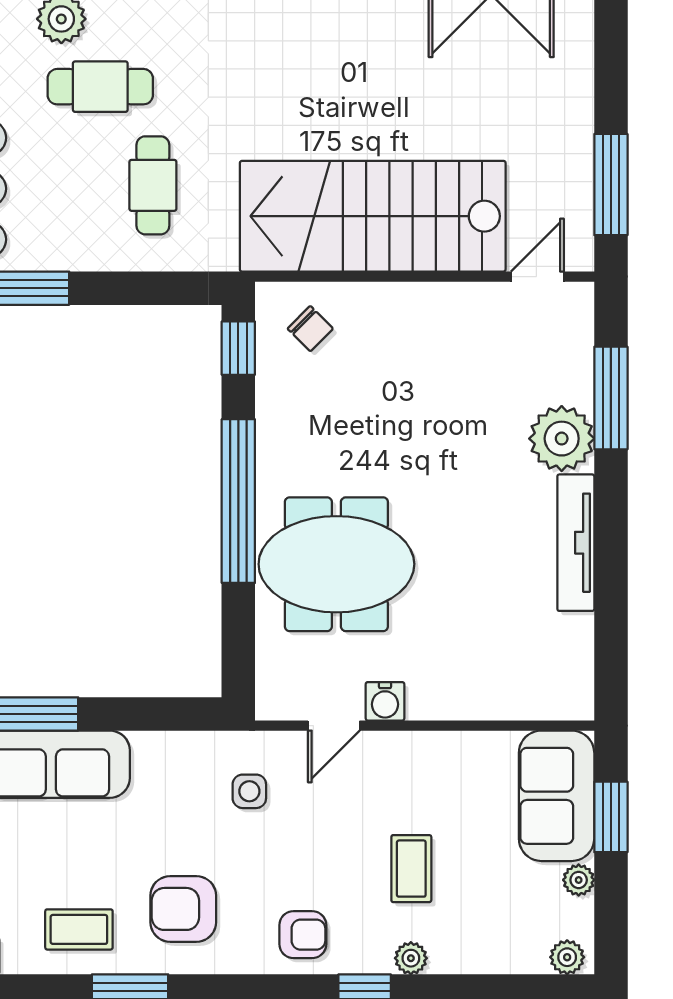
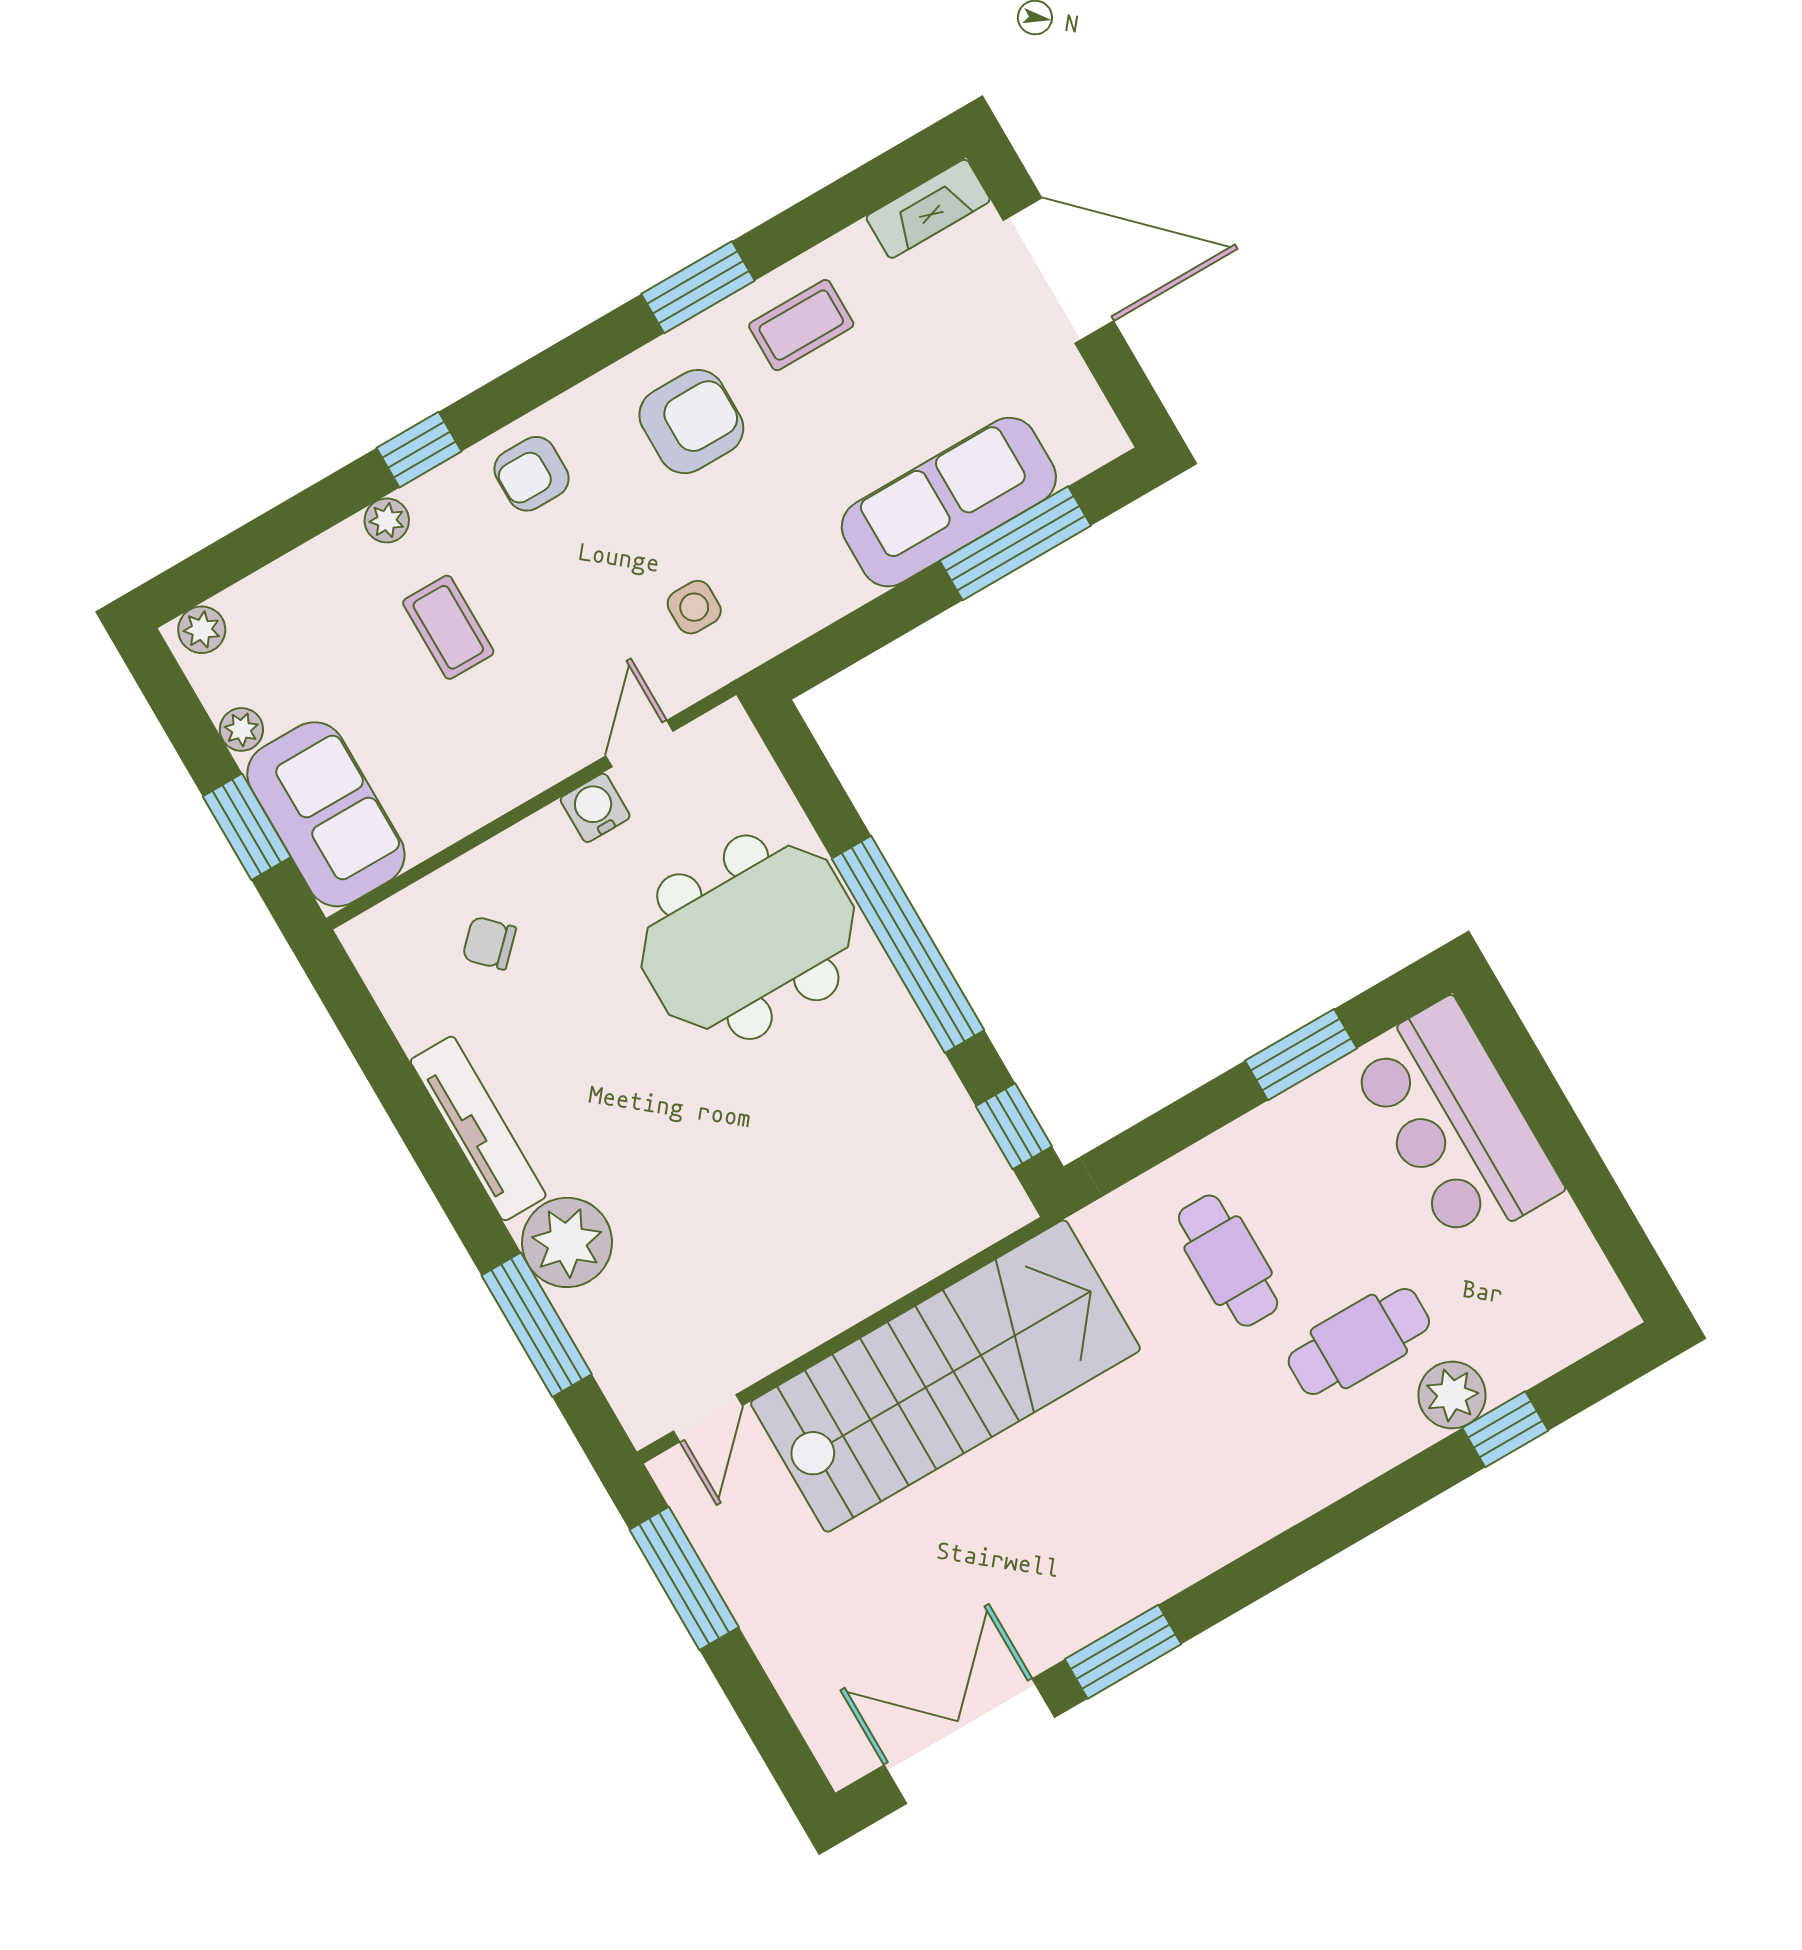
chair: (310, 329) -> (489, 943), moved

